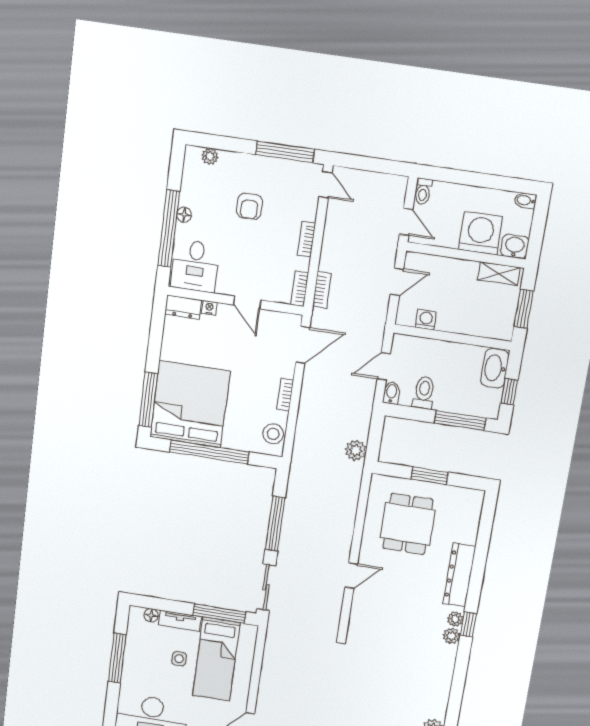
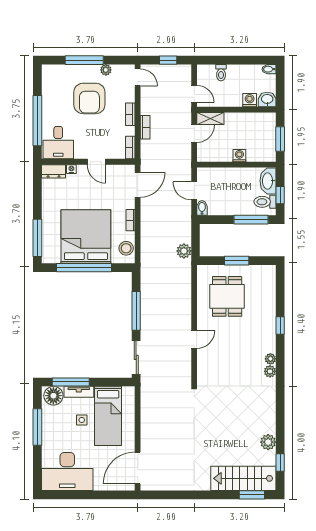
window: (285, 152) -> (84, 60), moved
plant: (210, 156) -> (106, 70), moved
window: (375, 165) -> (168, 60), added
toilet: (423, 191) -> (221, 73), moved
armchair: (249, 206) -> (89, 98), width x1.88, depth x1.88
floor lamp: (184, 215) -> (47, 110), removed
washing machine: (480, 233) -> (250, 100), width x0.53, depth x0.53
shelving: (499, 274) -> (210, 118), moved
bookcase: (322, 290) -> (145, 127), moved
washing machine: (426, 320) -> (239, 156), moved
door: (384, 366) -> (194, 191), hinge flipped
toilet: (424, 393) -> (265, 202), moved, turned -90
bed: (190, 404) -> (86, 237), moved
dresser: (459, 575) -> (268, 327), removed
window: (219, 614) -> (71, 382), moved
floor lamp: (151, 615) -> (53, 396), width x1.89, depth x1.89
window: (468, 624) -> (280, 326), moved

